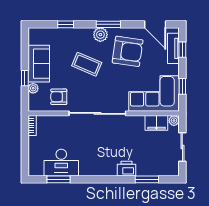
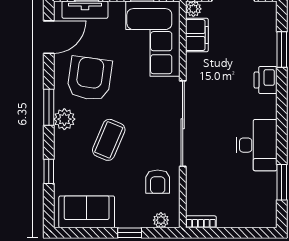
sofa: (39, 64) -> (87, 212), moved
plant: (33, 88) -> (161, 220), moved
desk: (61, 163) -> (257, 145), moved

